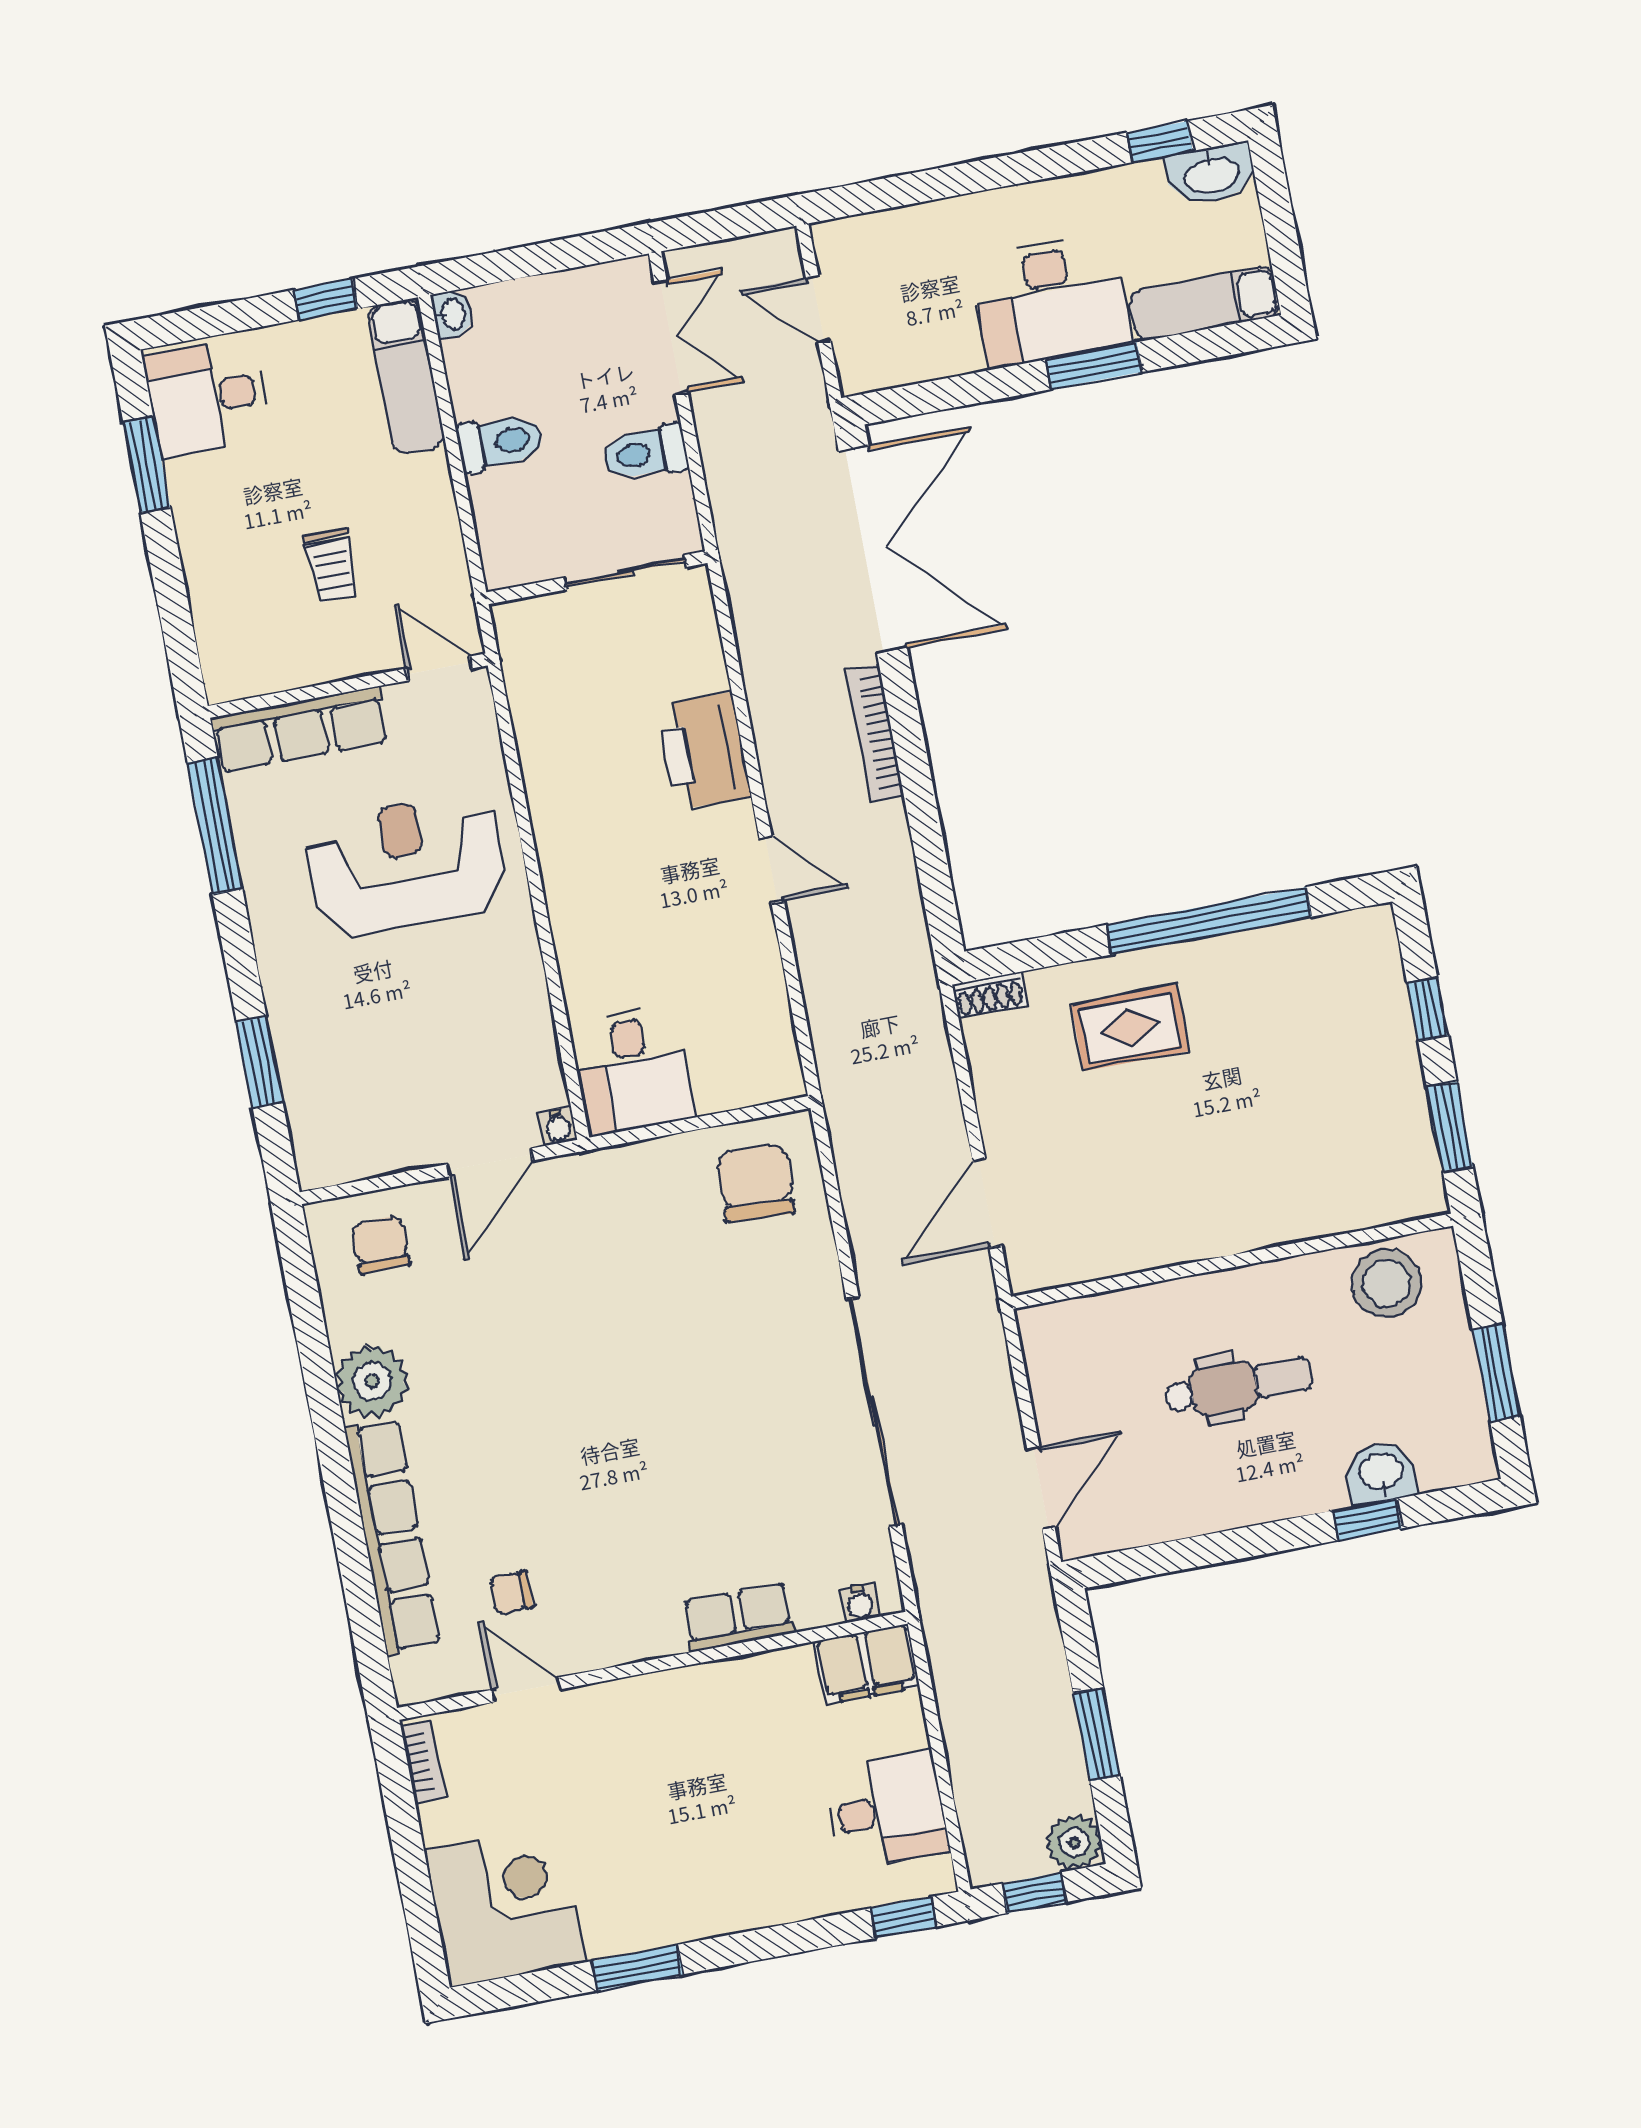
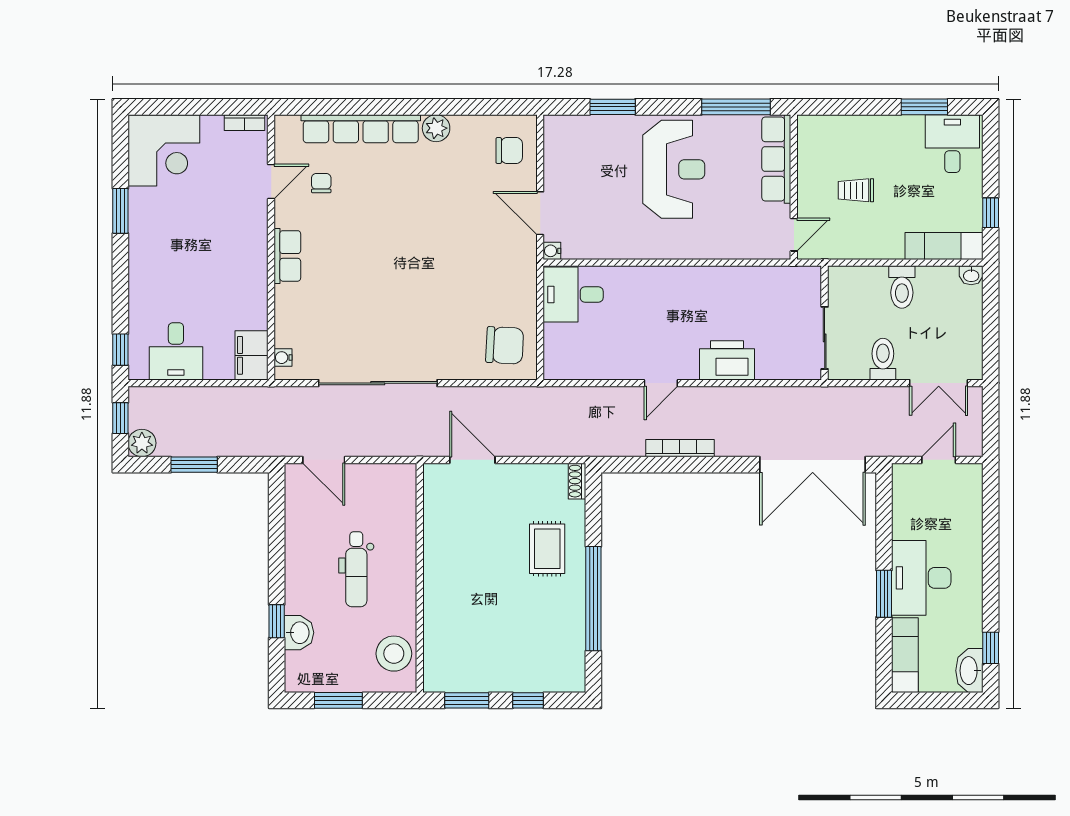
bookcase: (875, 733) -> (680, 448), moved
reception desk: (407, 865) -> (674, 169), moved
plant: (372, 1381) -> (436, 128), width x0.73, depth x0.73
row of seats: (738, 1617) -> (287, 256), moved

